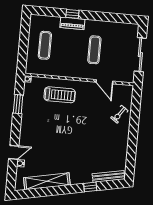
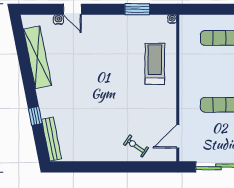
door: (104, 82) -> (178, 136), moved
treadmill: (60, 95) -> (155, 64), turned 180

